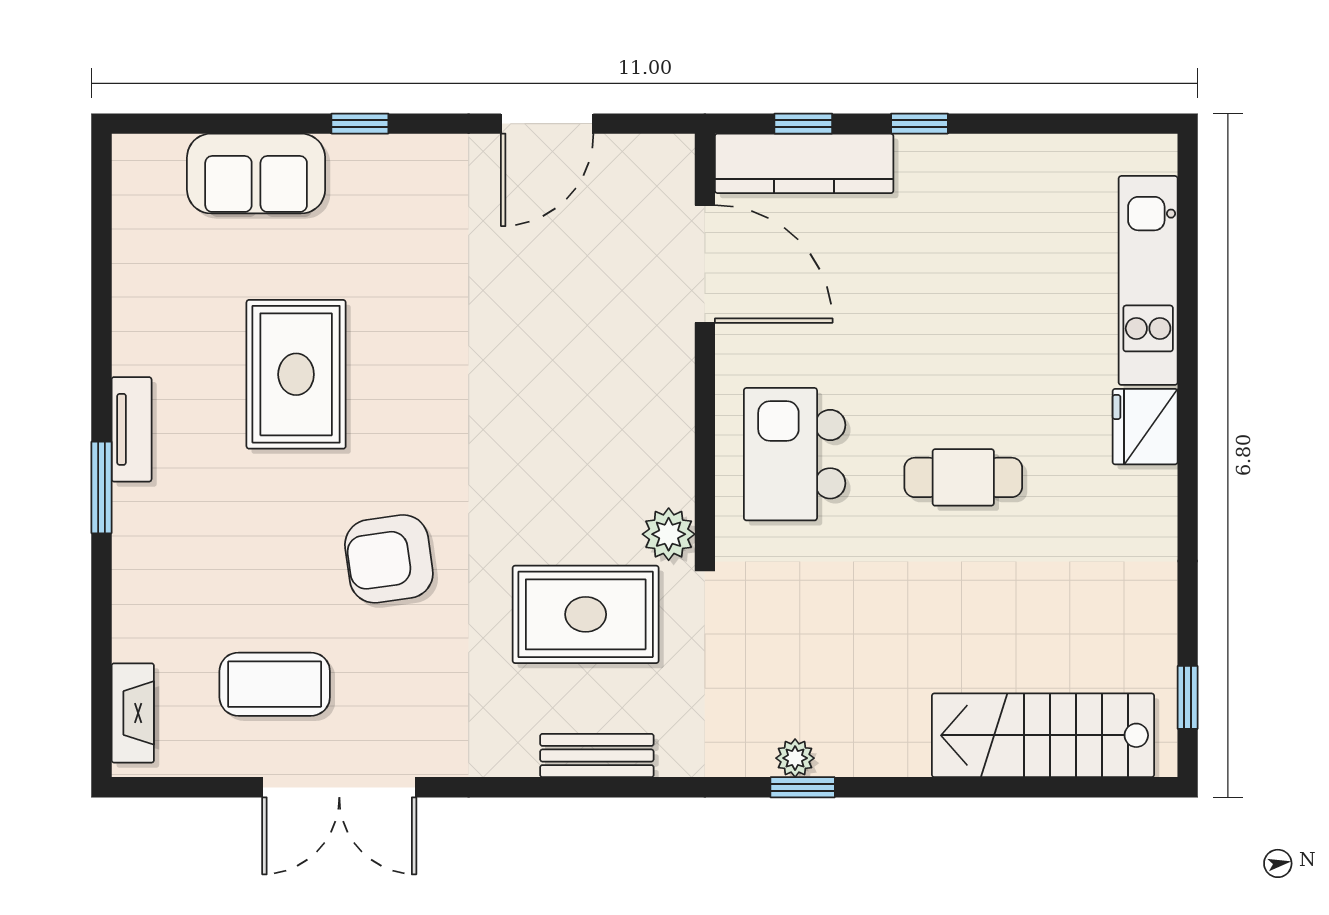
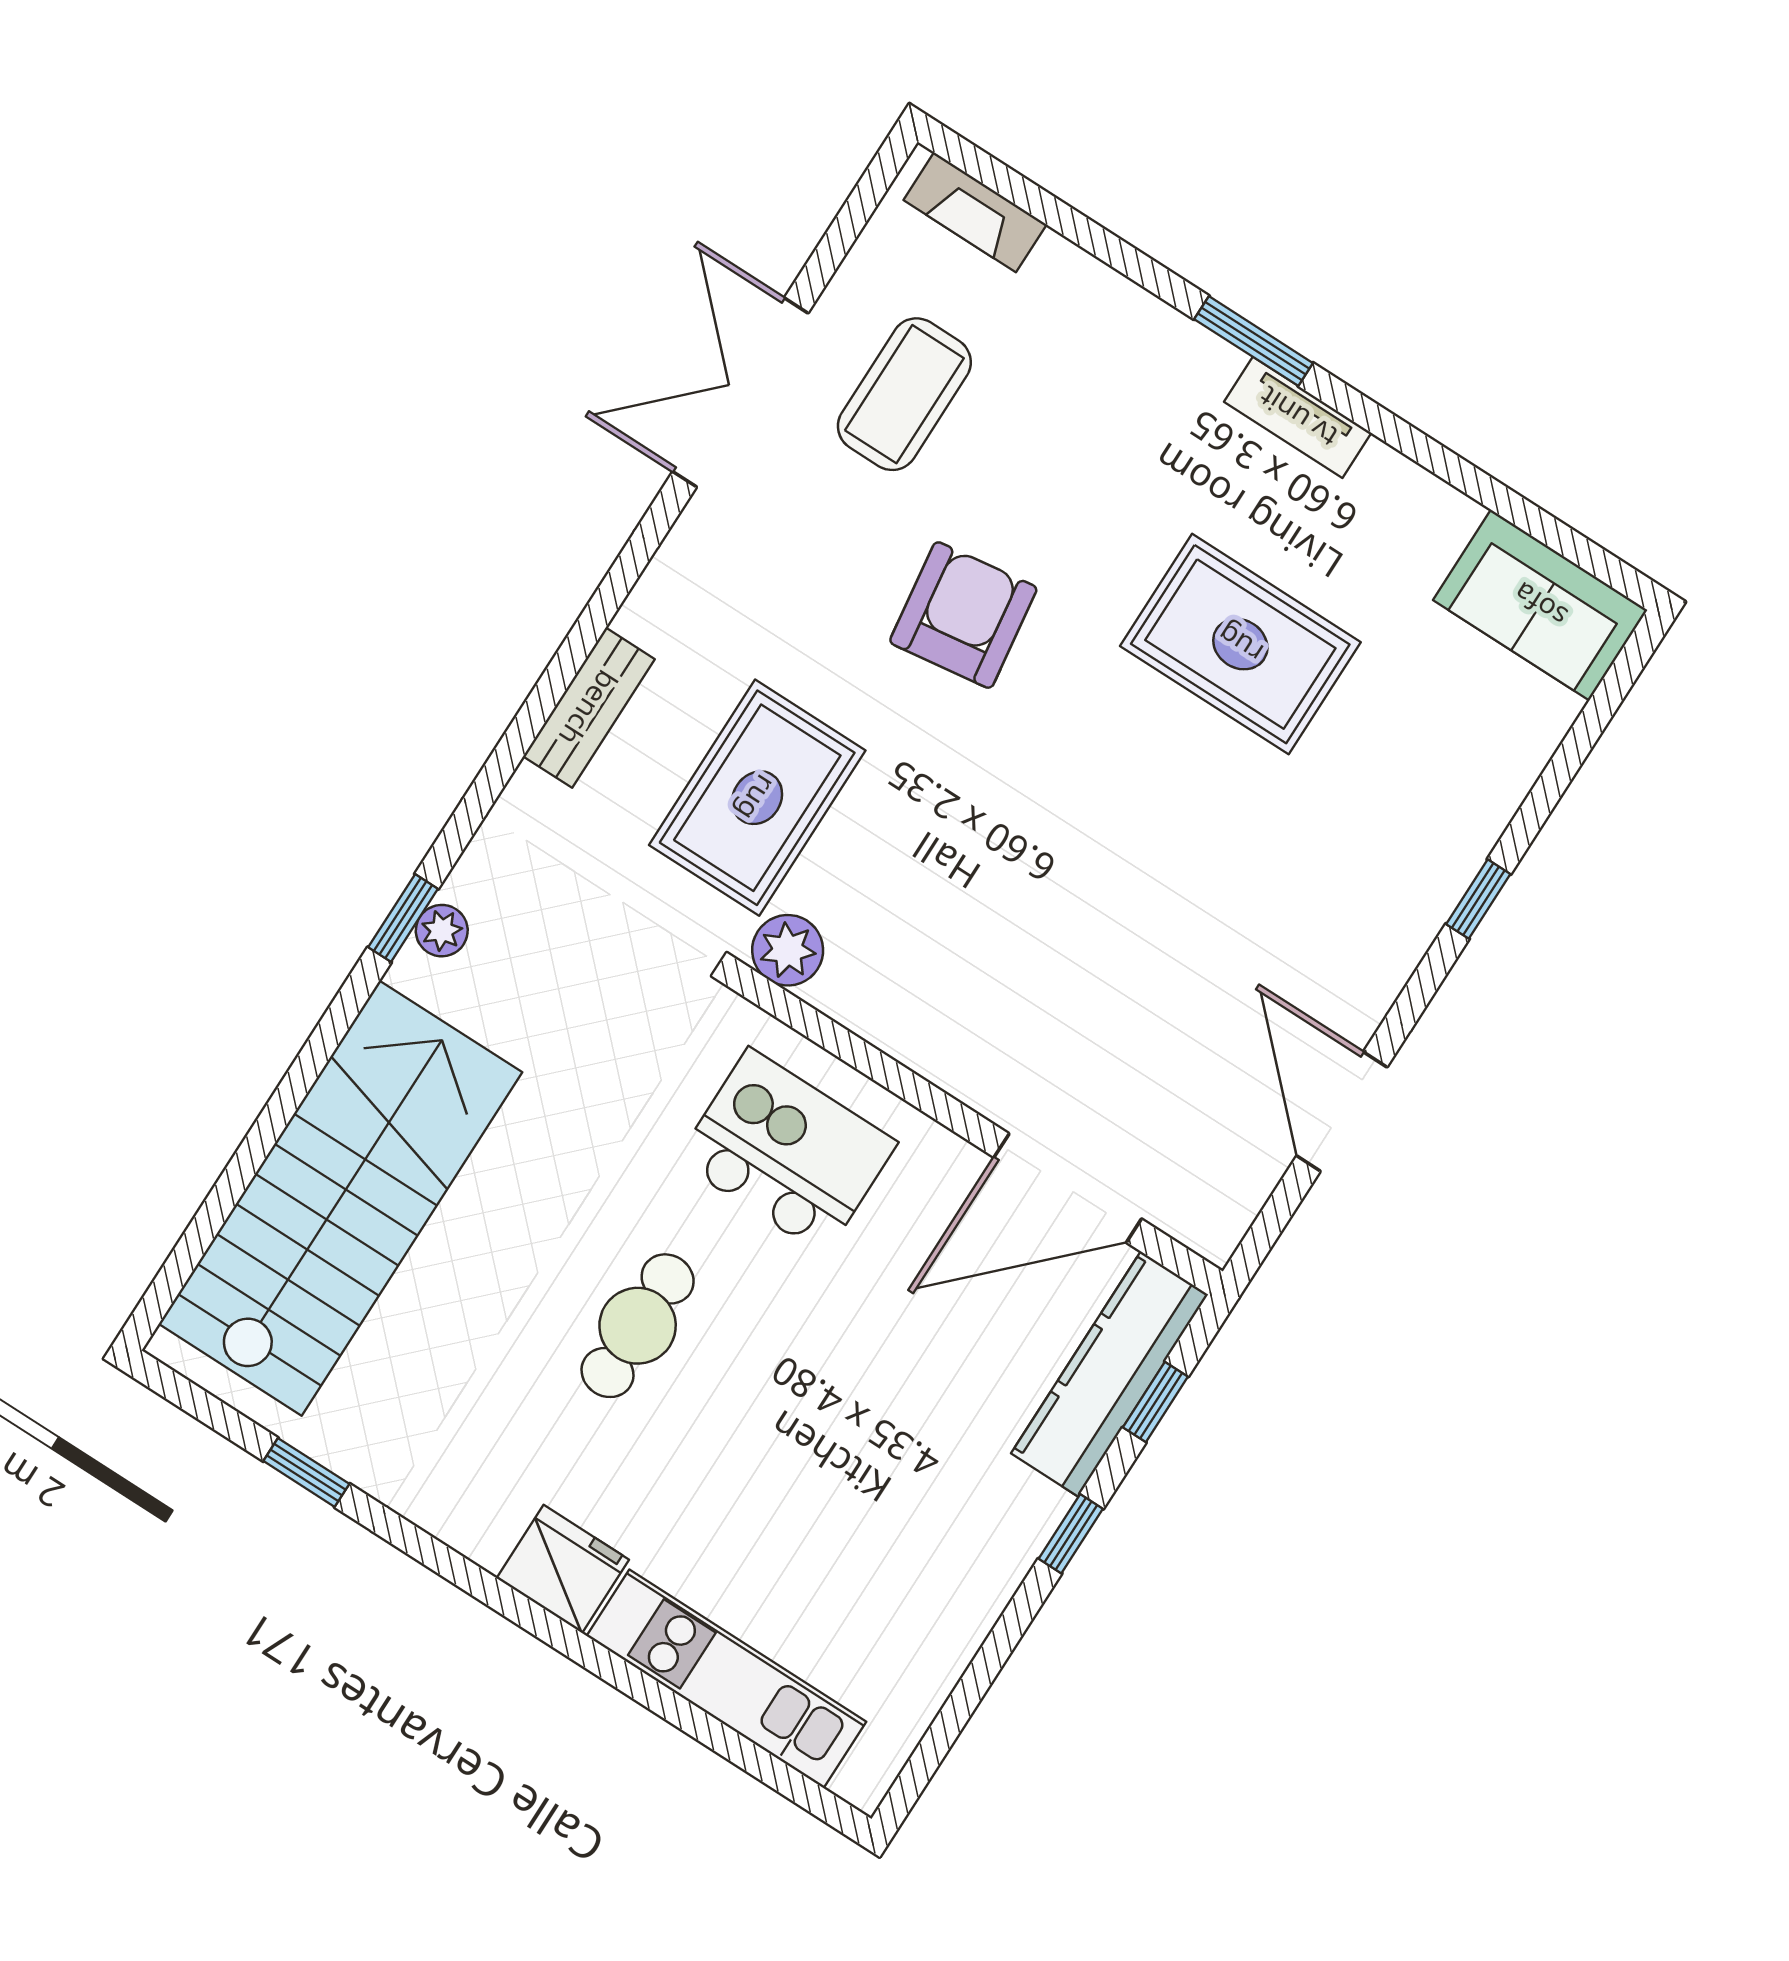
sofa: (256, 174) -> (1540, 605), moved, turned -90
window: (1188, 697) -> (306, 1472), moved
stairs: (1043, 735) -> (340, 1198), width x1.36, depth x1.51

